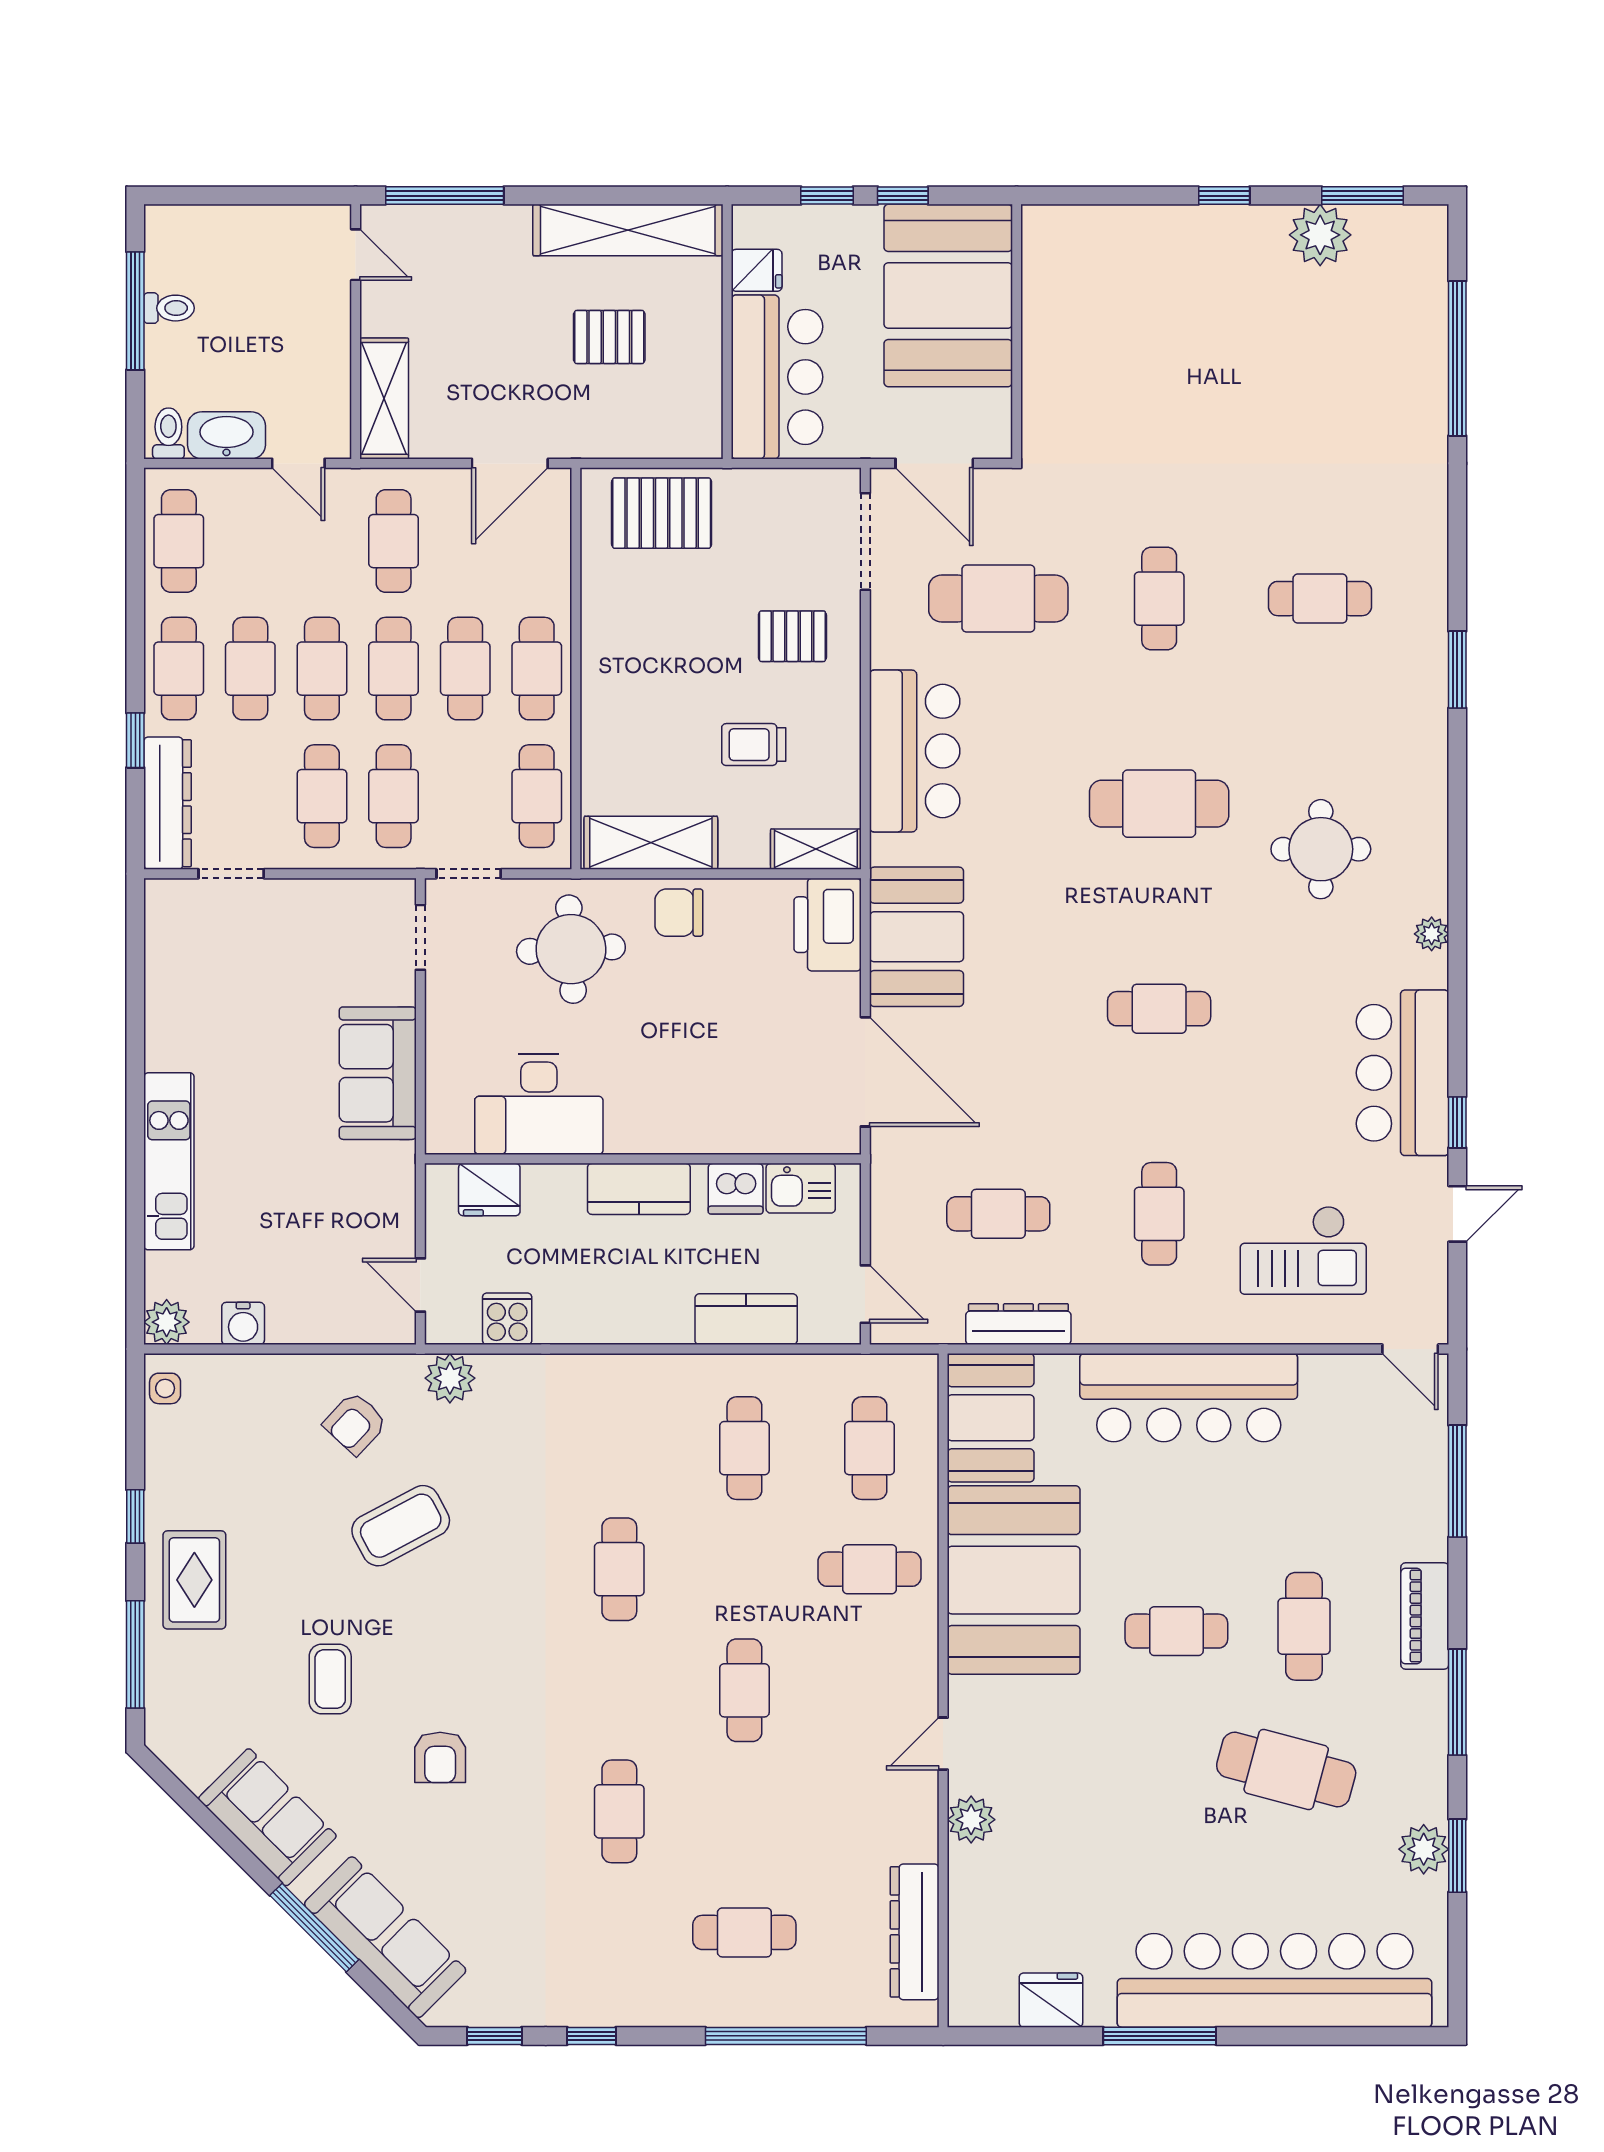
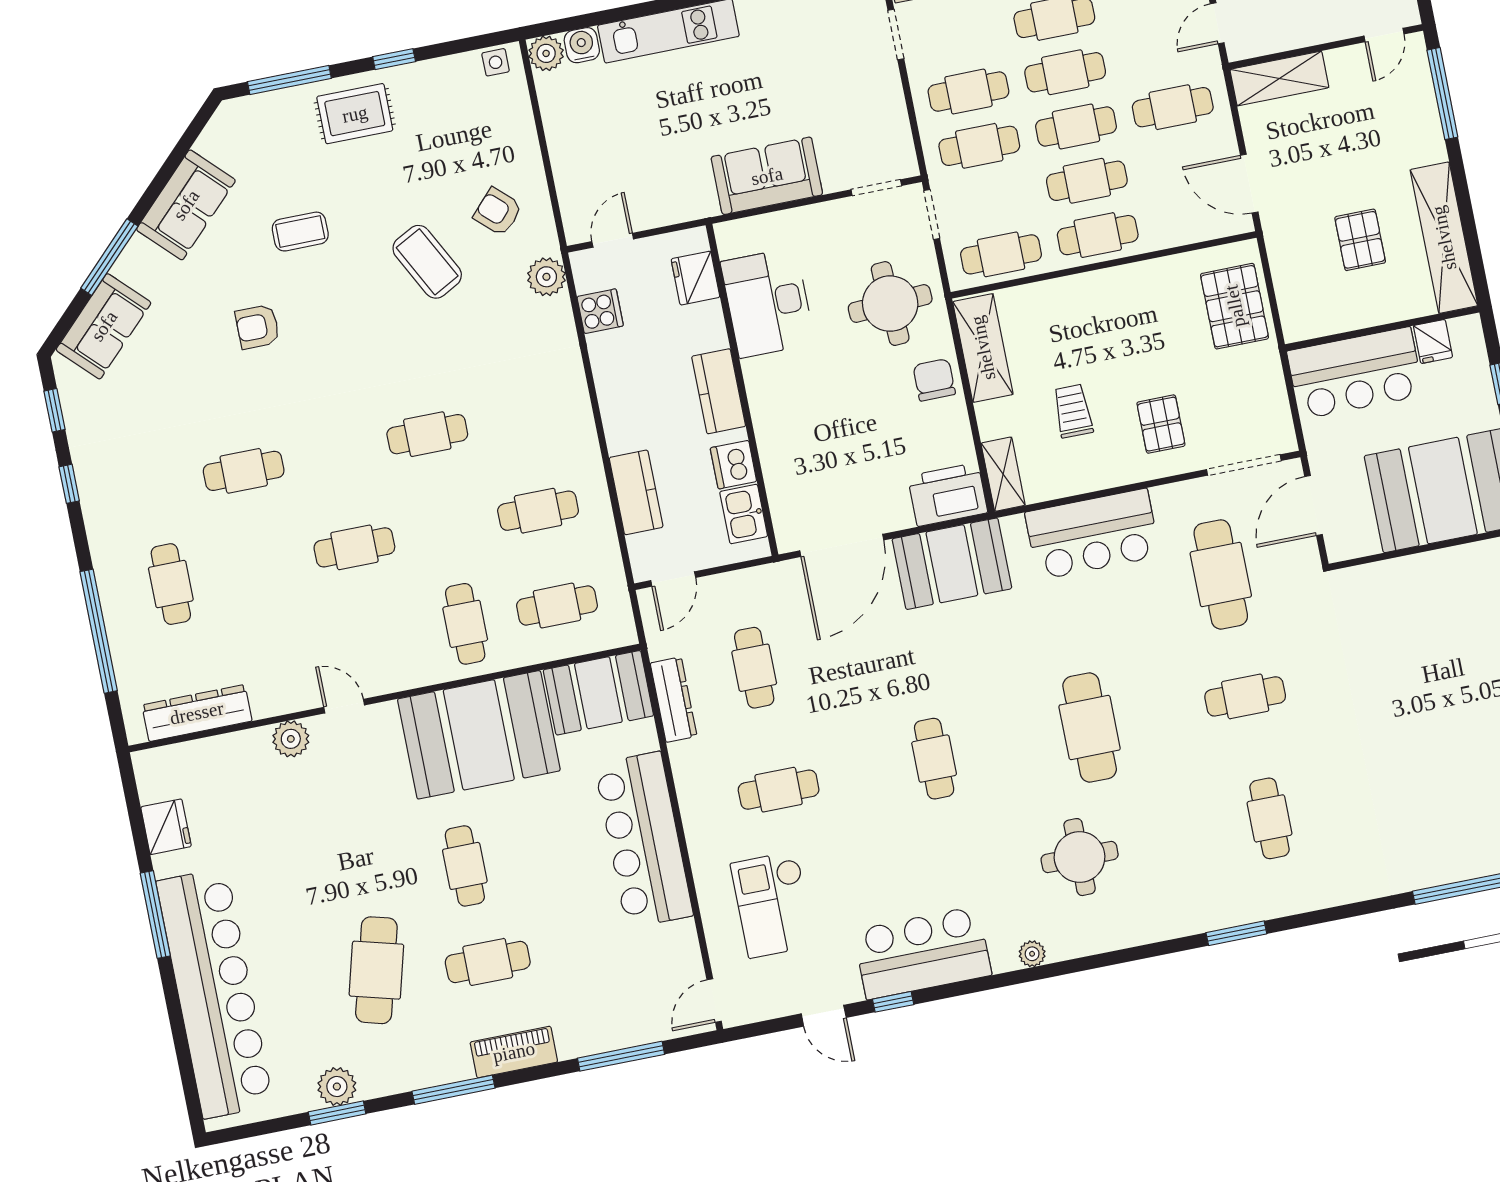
water cooler: (243, 1323) -> (582, 45), moved, turned 90
sofa: (385, 1937) -> (104, 326), width x0.73

